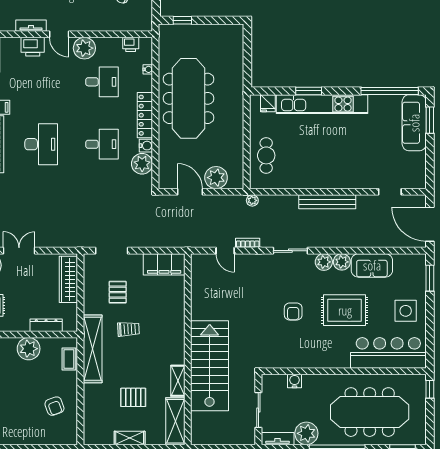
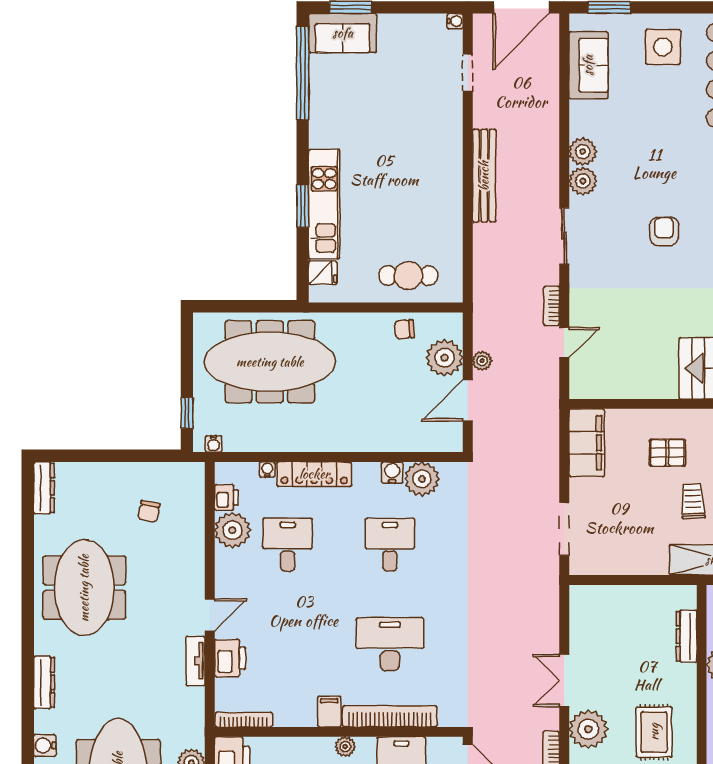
water cooler: (163, 37) -> (213, 444), added
plant: (84, 48) -> (232, 530), moved
meeting table: (188, 98) -> (270, 362), moved
kitchen unit: (322, 104) -> (324, 204), width x0.73
locker: (145, 115) -> (314, 474), moved
sofa: (414, 123) -> (343, 33), width x0.73
chair: (233, 153) -> (404, 329), added
water cooler: (421, 184) -> (455, 21), added
plant: (252, 200) -> (482, 361), moved
sofa: (372, 265) -> (588, 65), moved
wardrobe: (68, 279) -> (611, 599), removed
pallet: (118, 292) -> (667, 453), moved
rug: (345, 310) -> (662, 147), removed
armchair: (293, 311) -> (664, 231), turned -90

